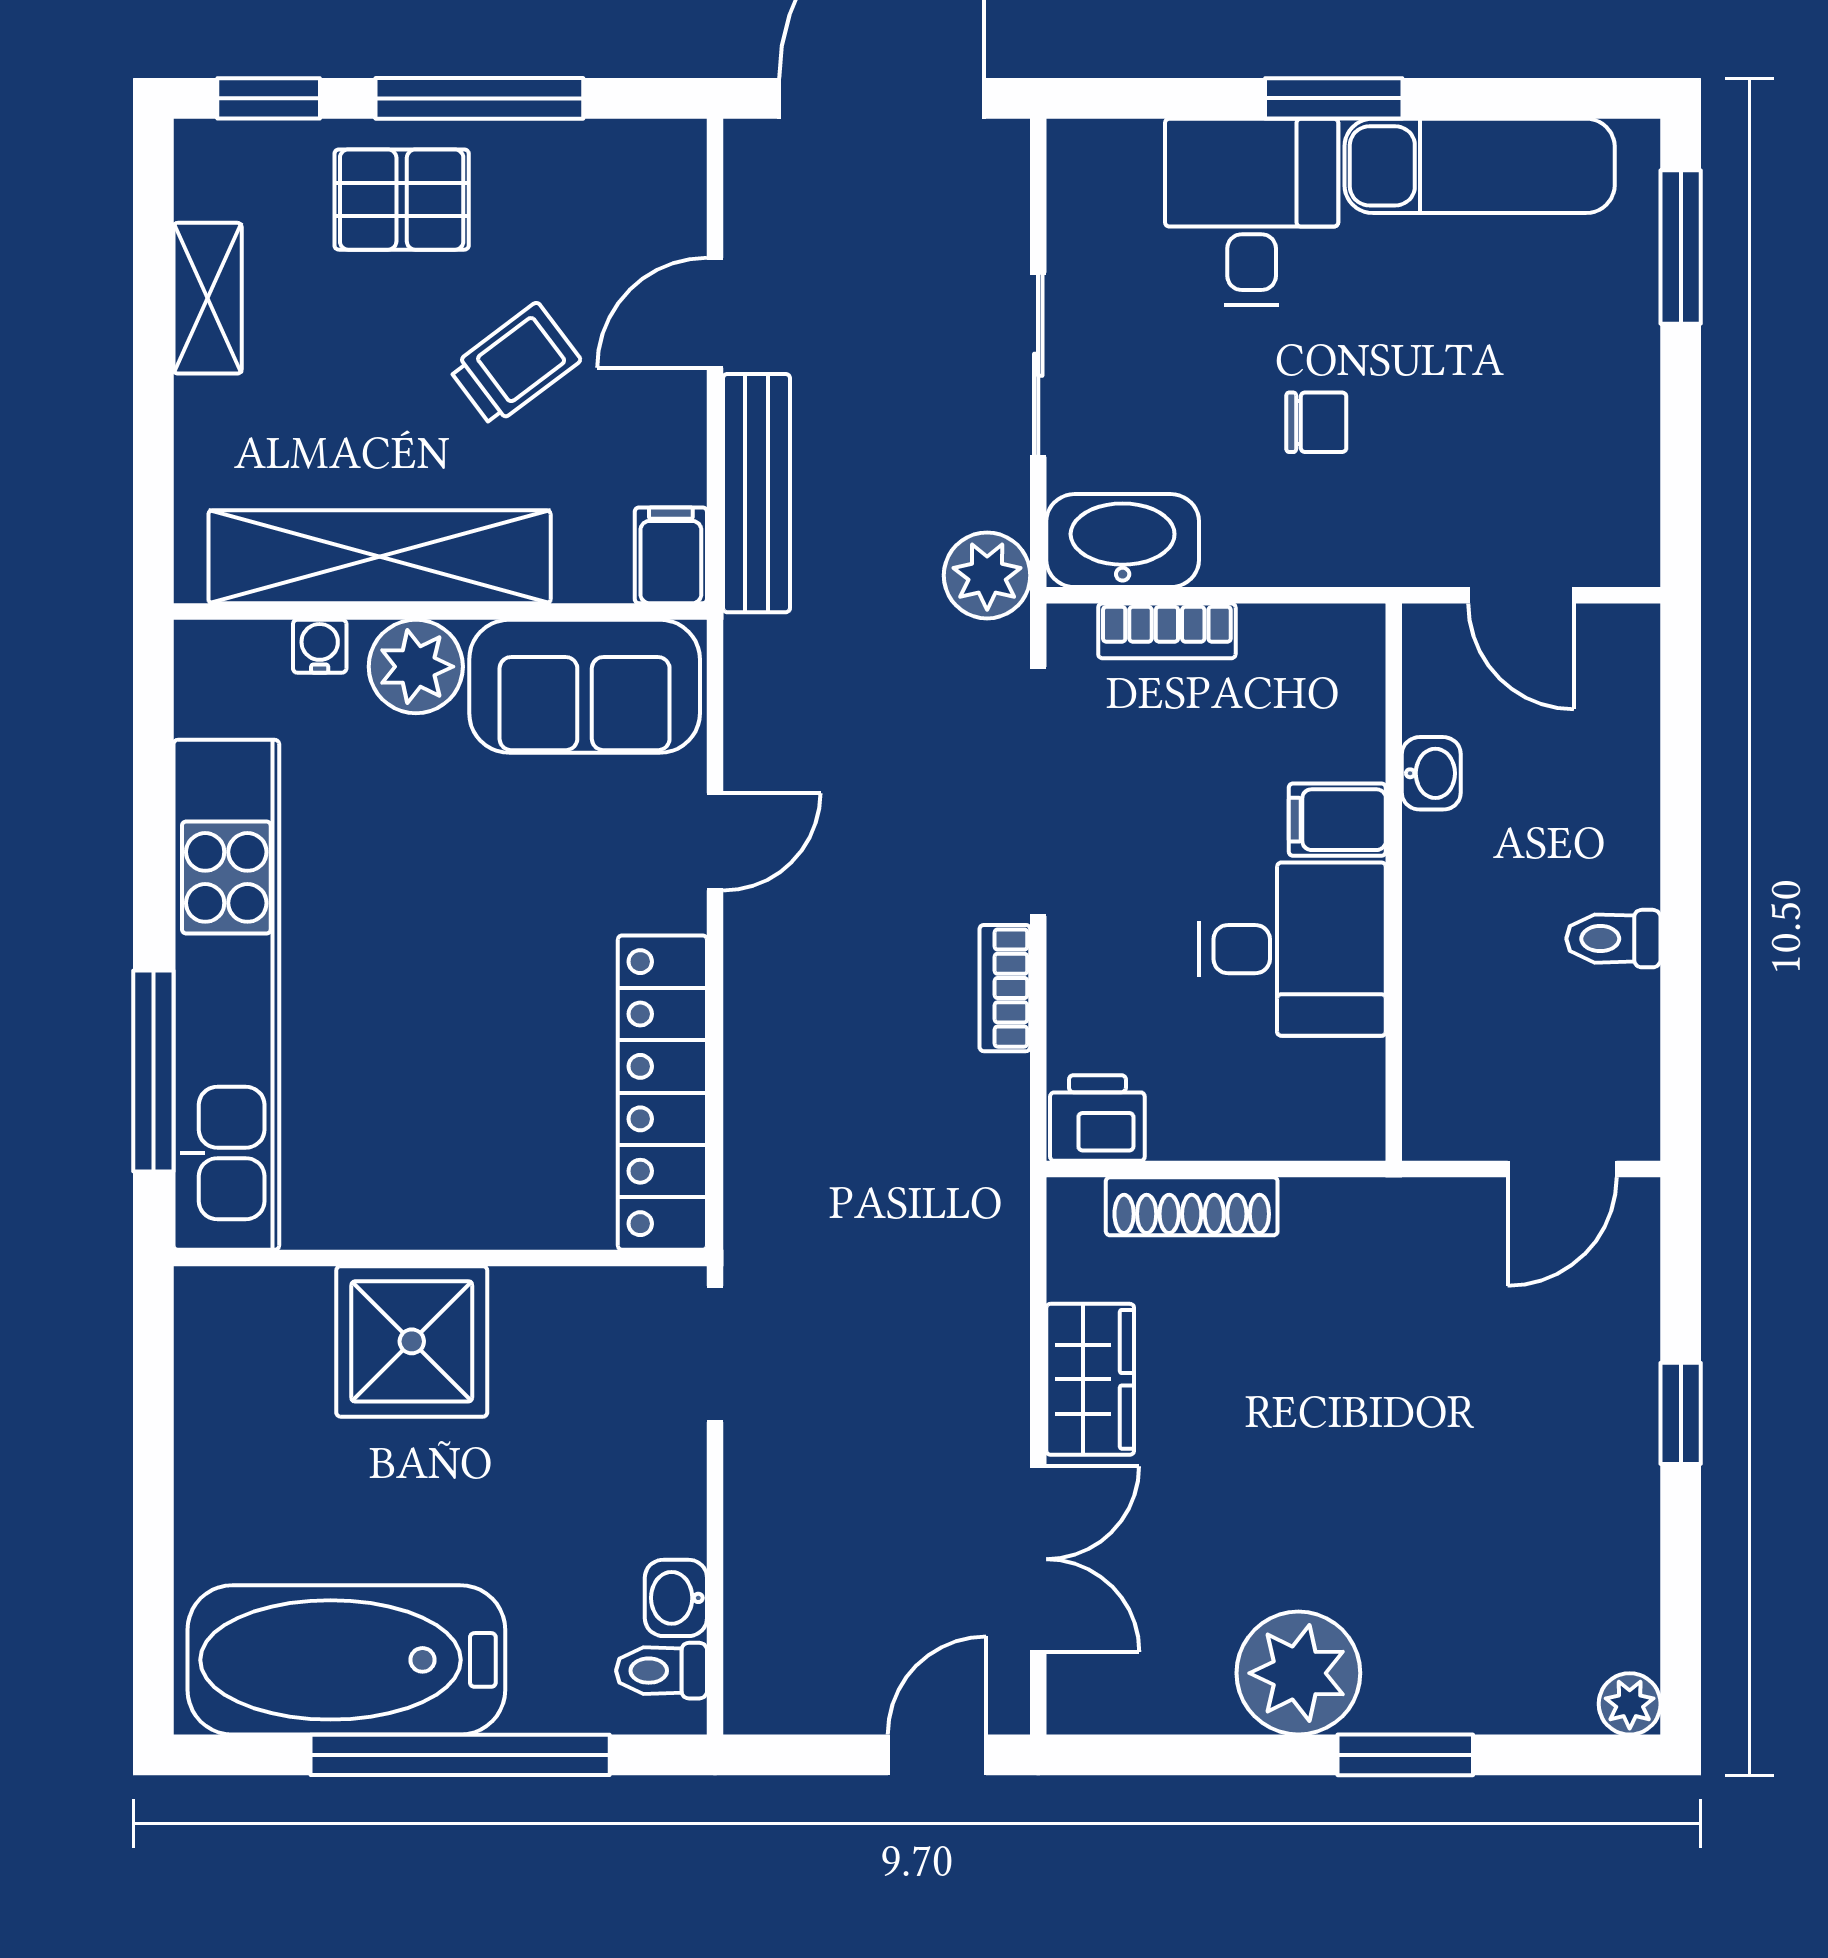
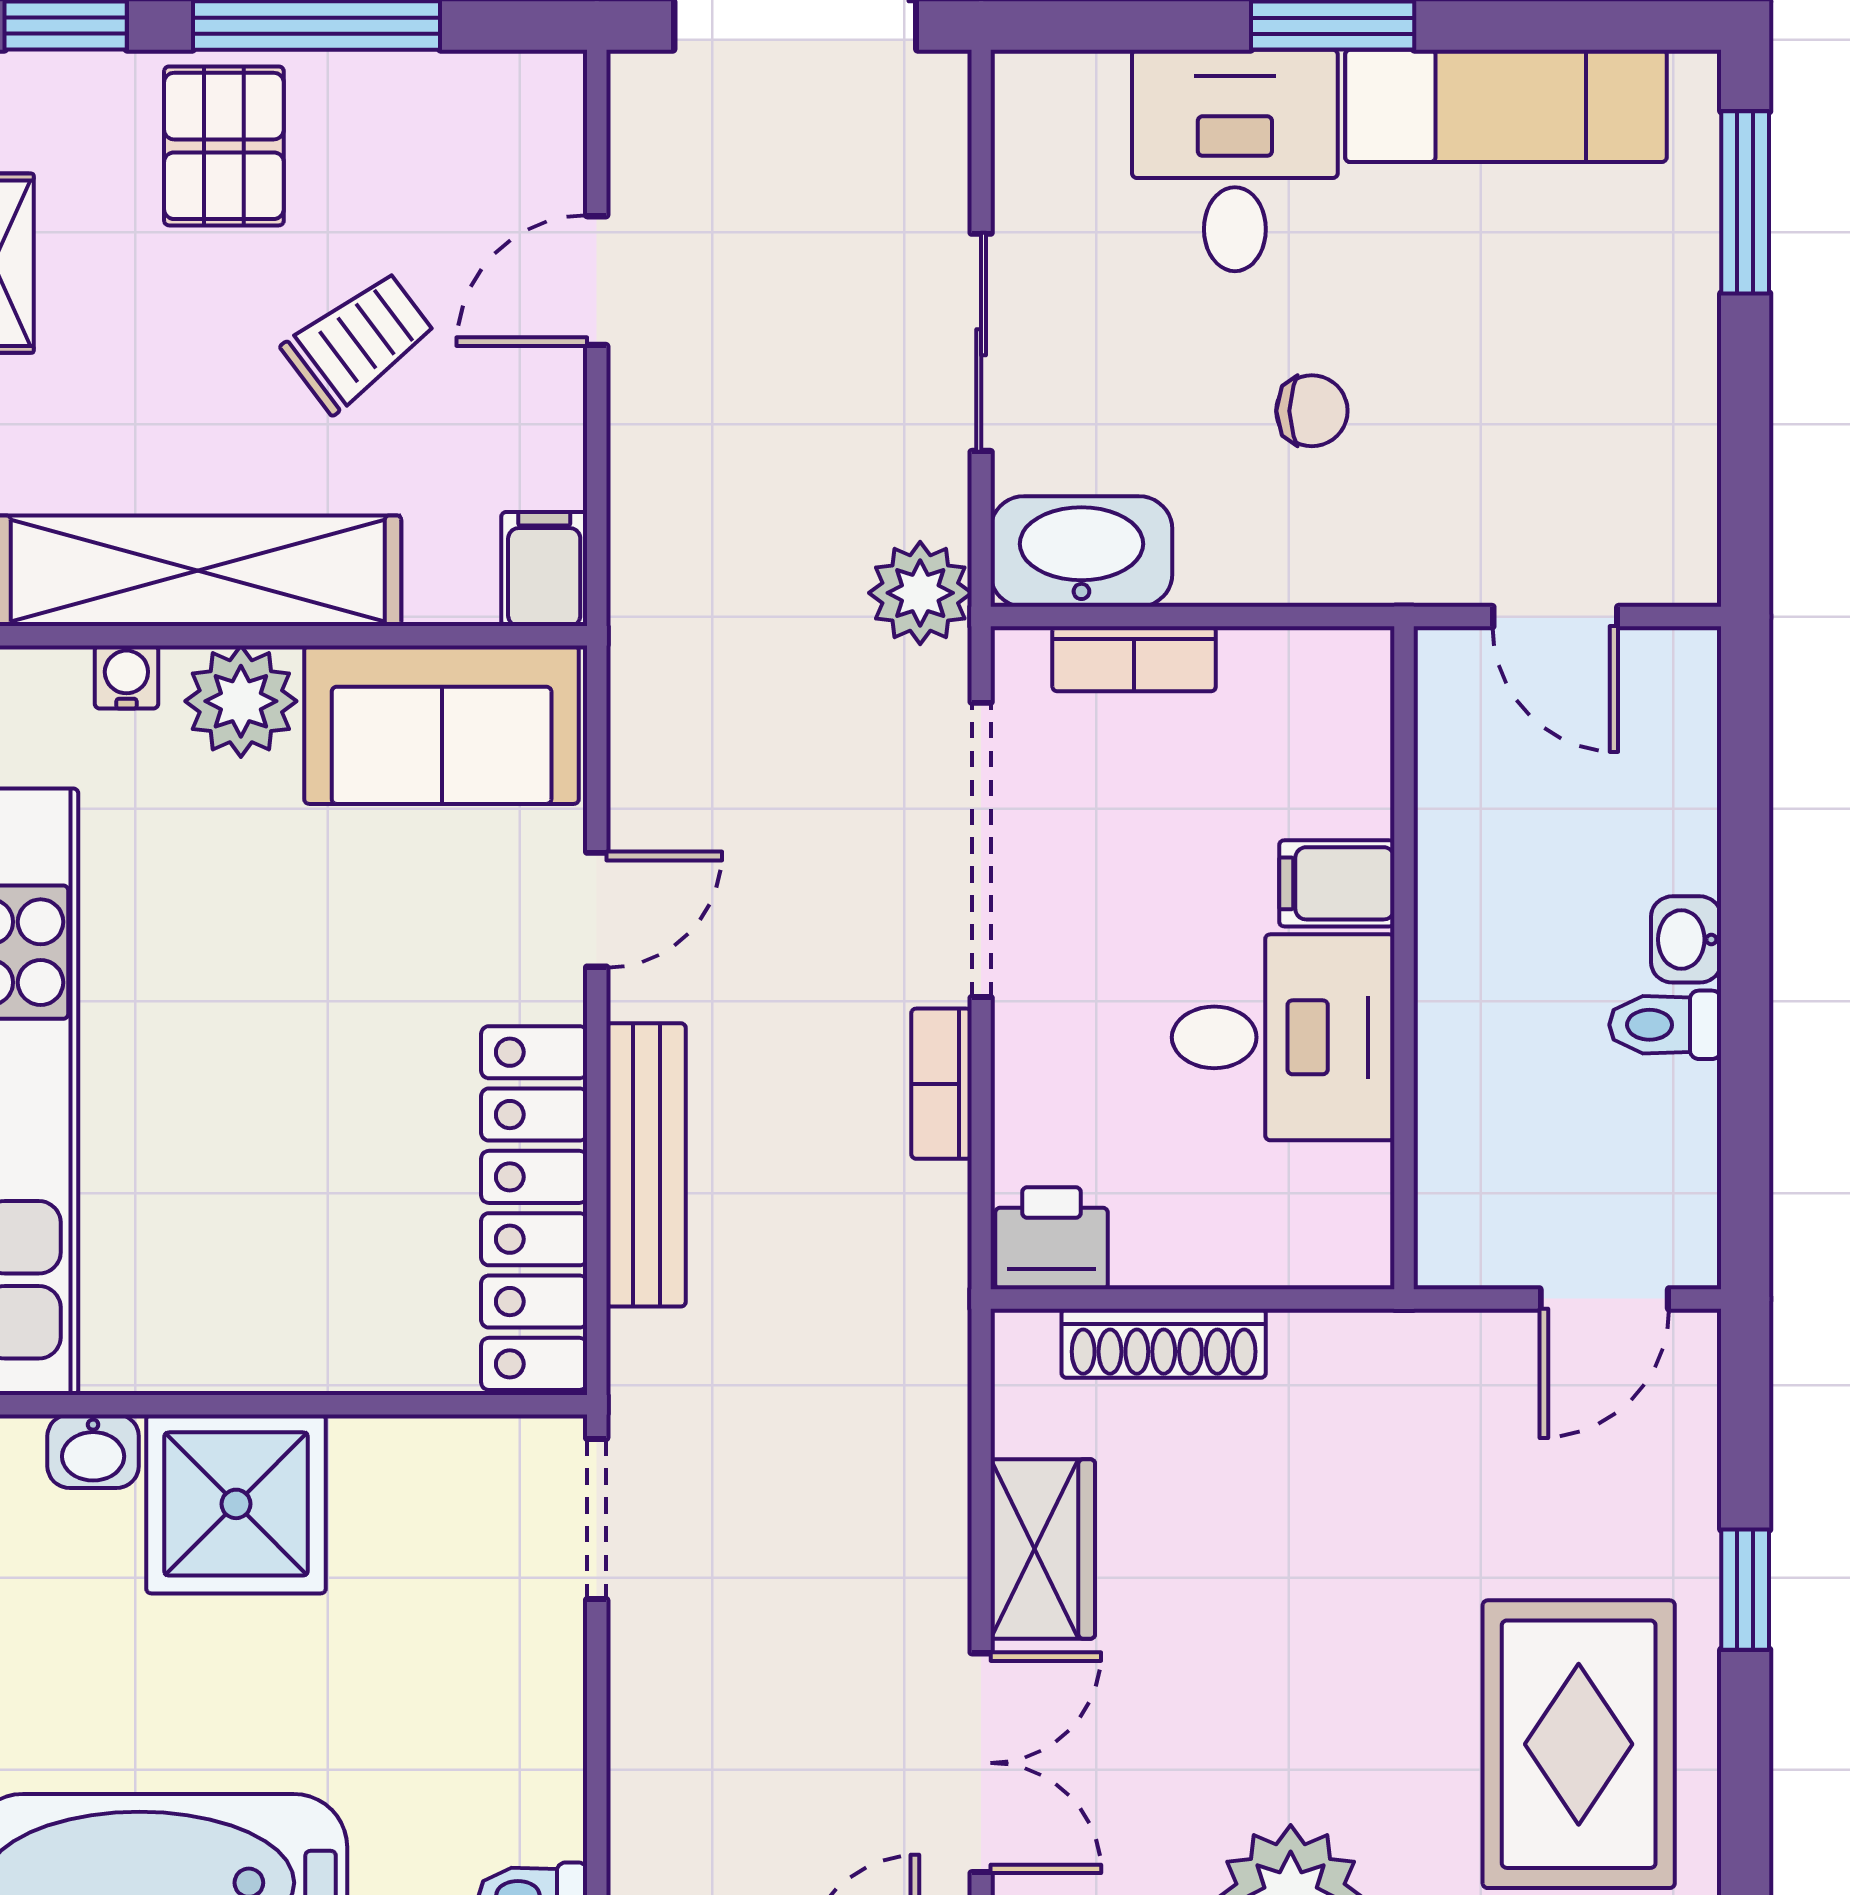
pallet: (402, 200) -> (224, 146), turned 90
bench: (756, 493) -> (646, 1165), moved
washbasin: (1431, 773) -> (1686, 939), moved, turned 180
rug: (1541, 1543) -> (1579, 1744), added
washbasin: (676, 1598) -> (93, 1451), moved, turned -90

